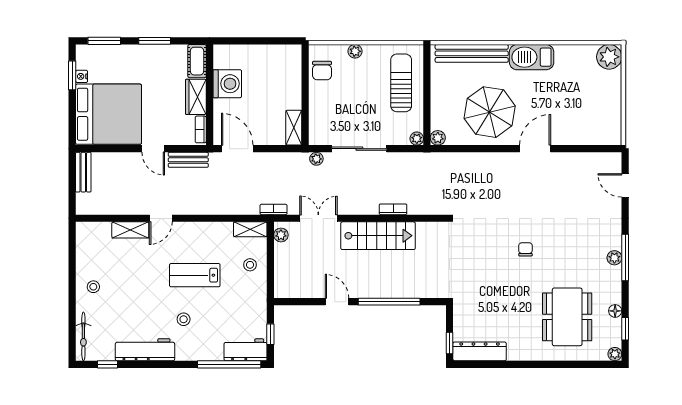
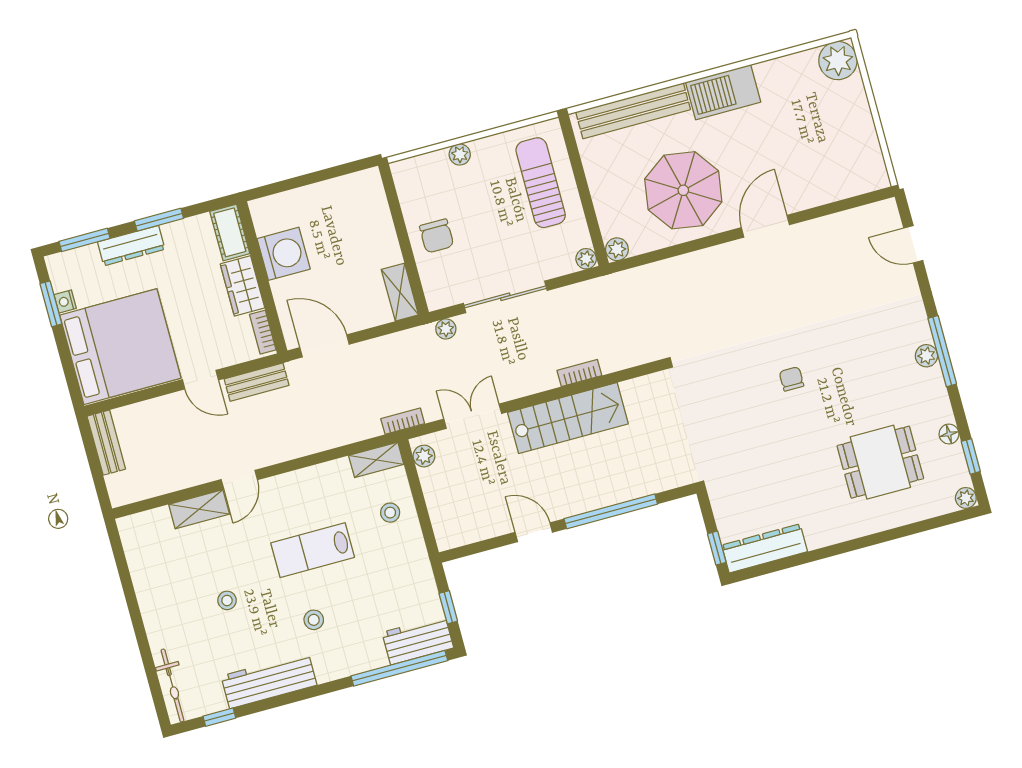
dresser: (133, 52) -> (131, 246), added
chair: (322, 71) -> (437, 236), moved
stool: (93, 287) -> (227, 600), moved
dining table: (567, 317) -> (880, 462), width x0.73

